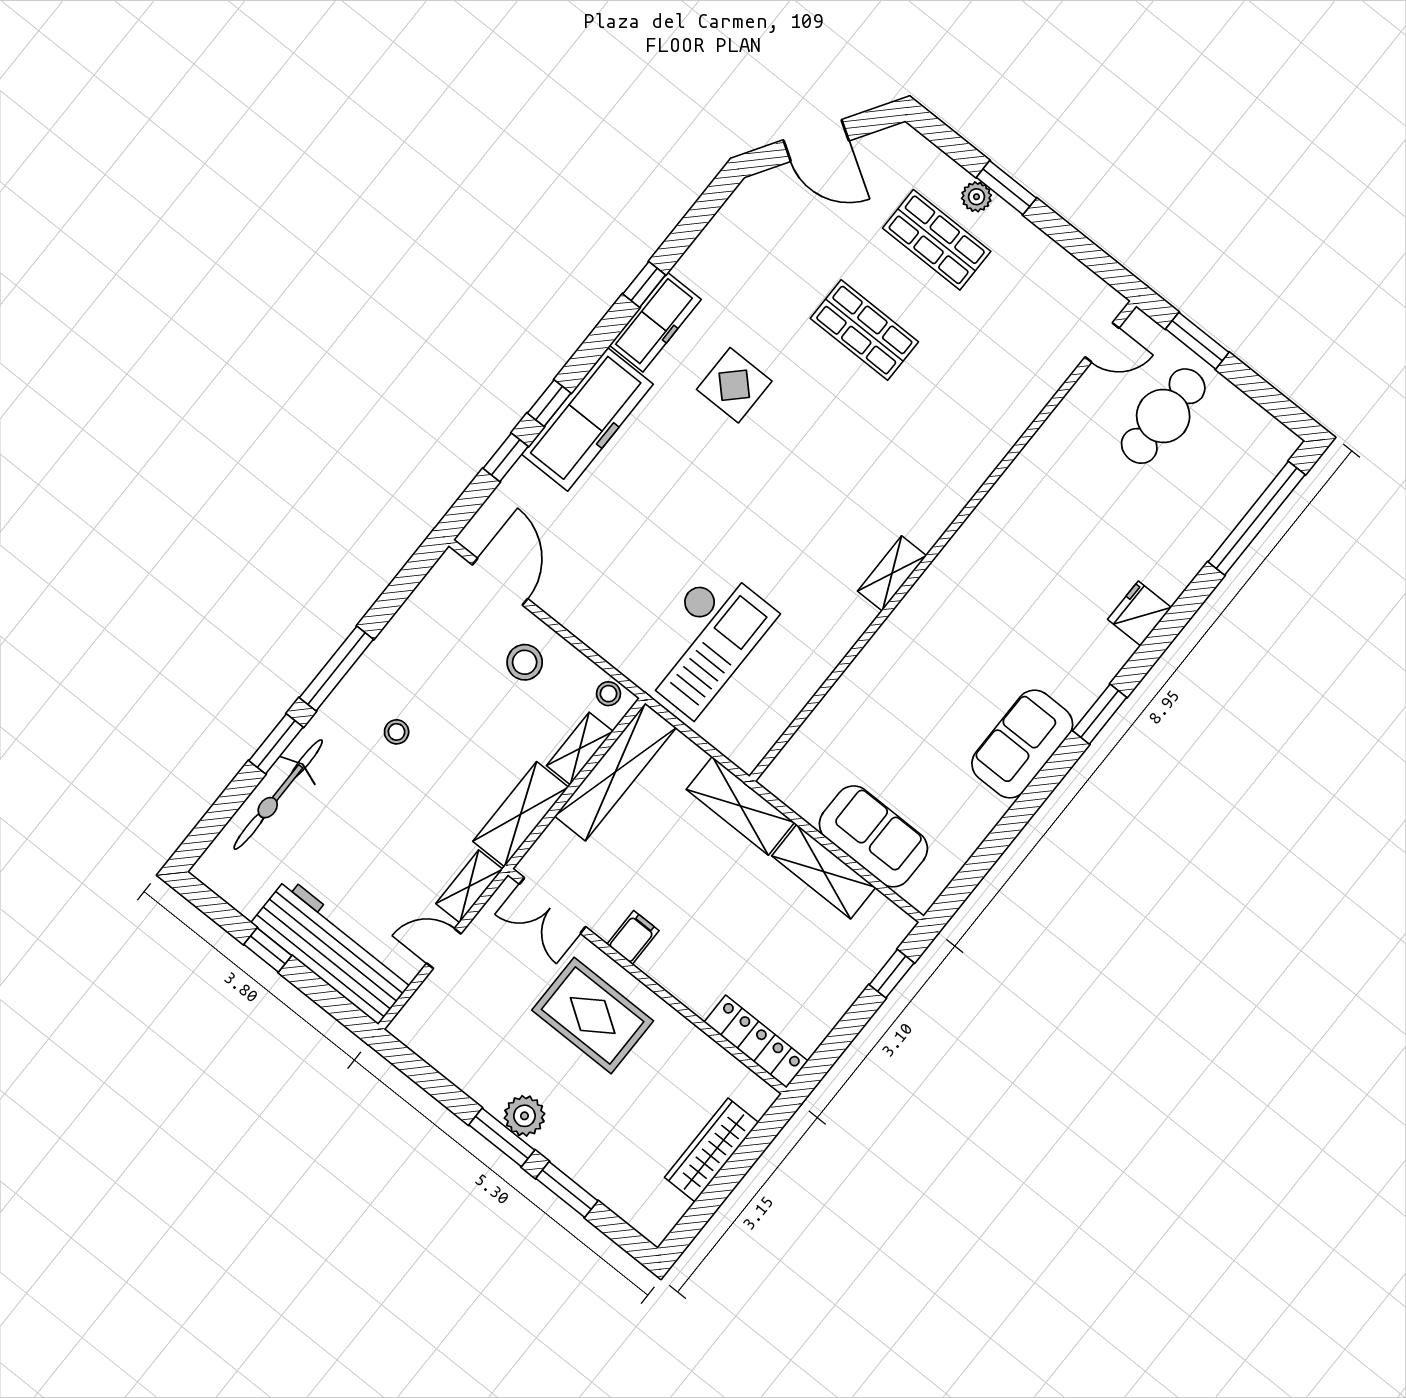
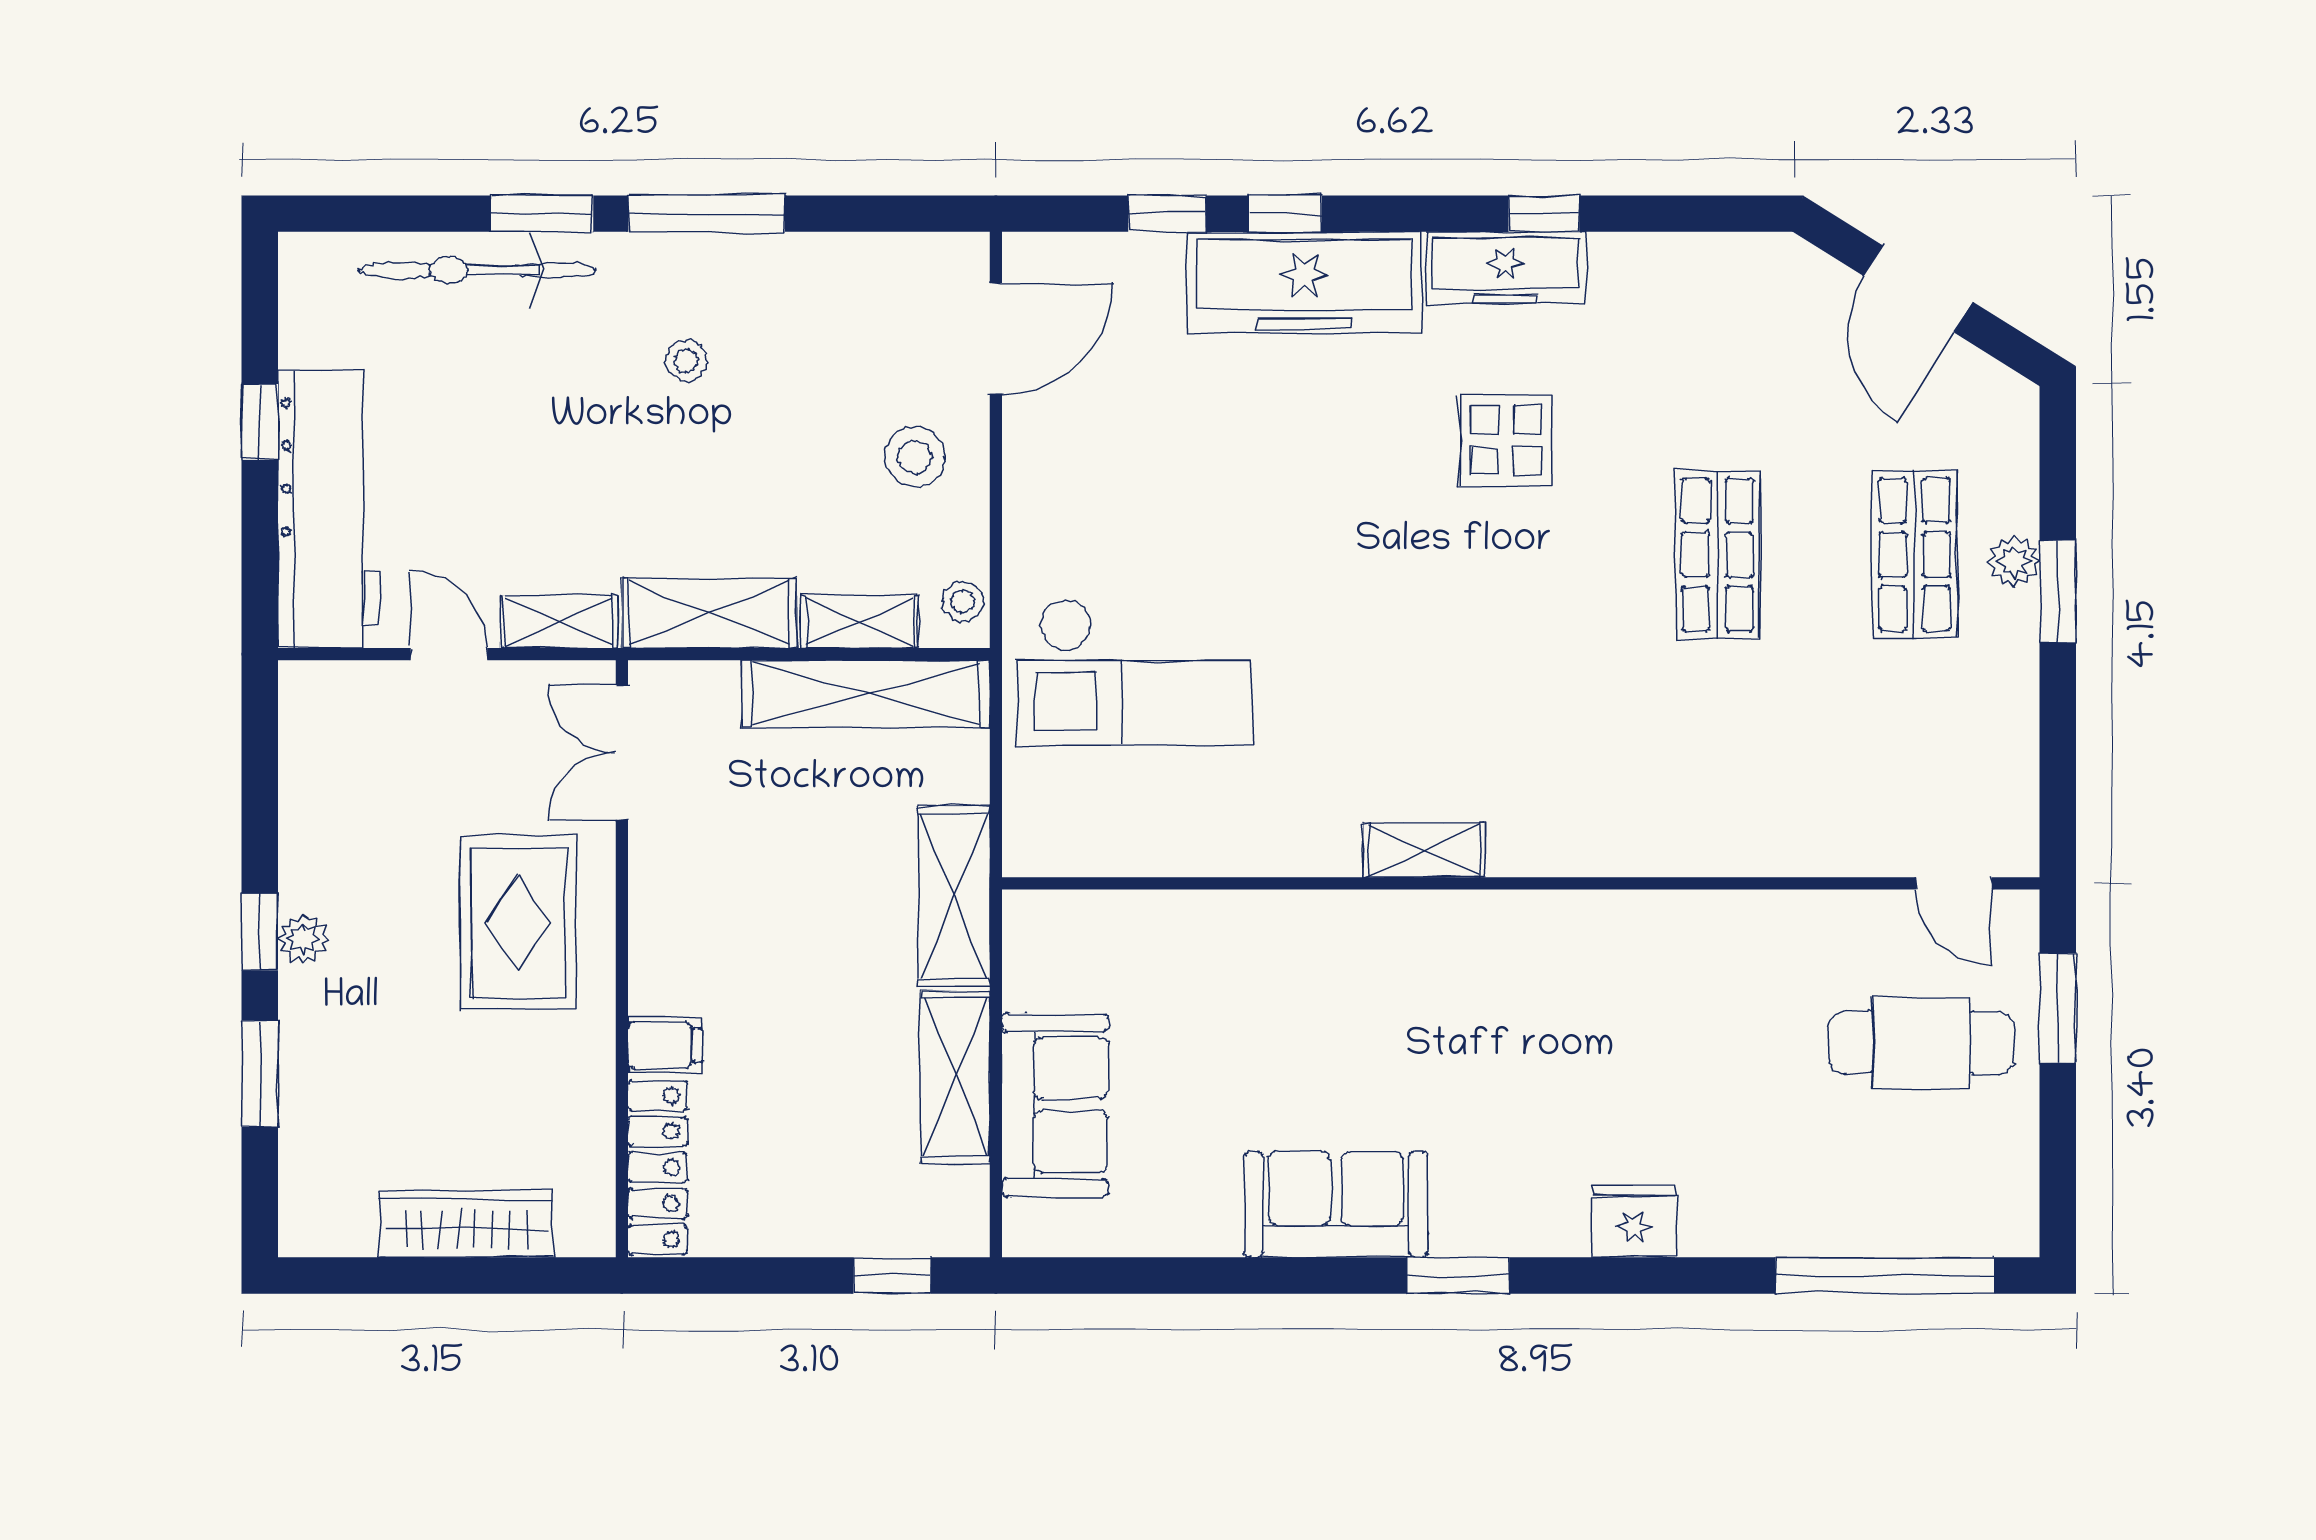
filing cabinet: (633, 937) -> (665, 1045), moved
plant: (524, 1116) -> (303, 939), width x0.73, depth x0.73
window: (502, 1137) -> (260, 932), width x0.67

